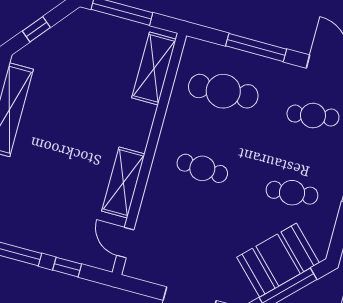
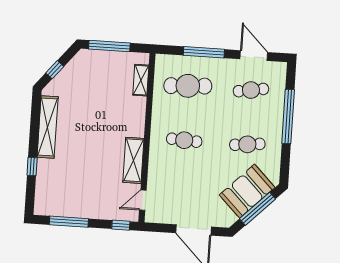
shelving: (154, 68) -> (141, 80), width x0.67, depth x0.75
door: (125, 243) -> (143, 200), hinge flipped
window: (67, 267) -> (121, 225), moved

